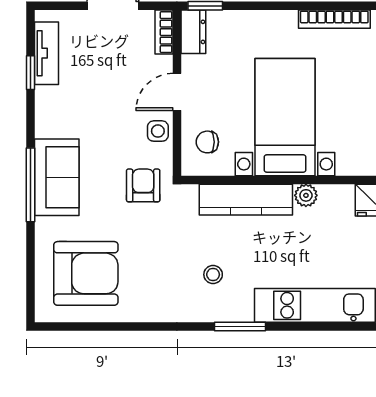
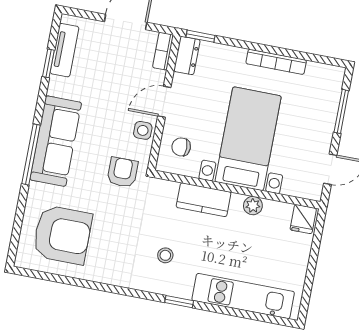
bookcase: (334, 19) -> (276, 62), moved
sofa: (57, 177) -> (56, 141), width x1.36
kitchen counter: (246, 200) -> (204, 200), width x0.67
window: (240, 326) -> (179, 302), width x0.67

